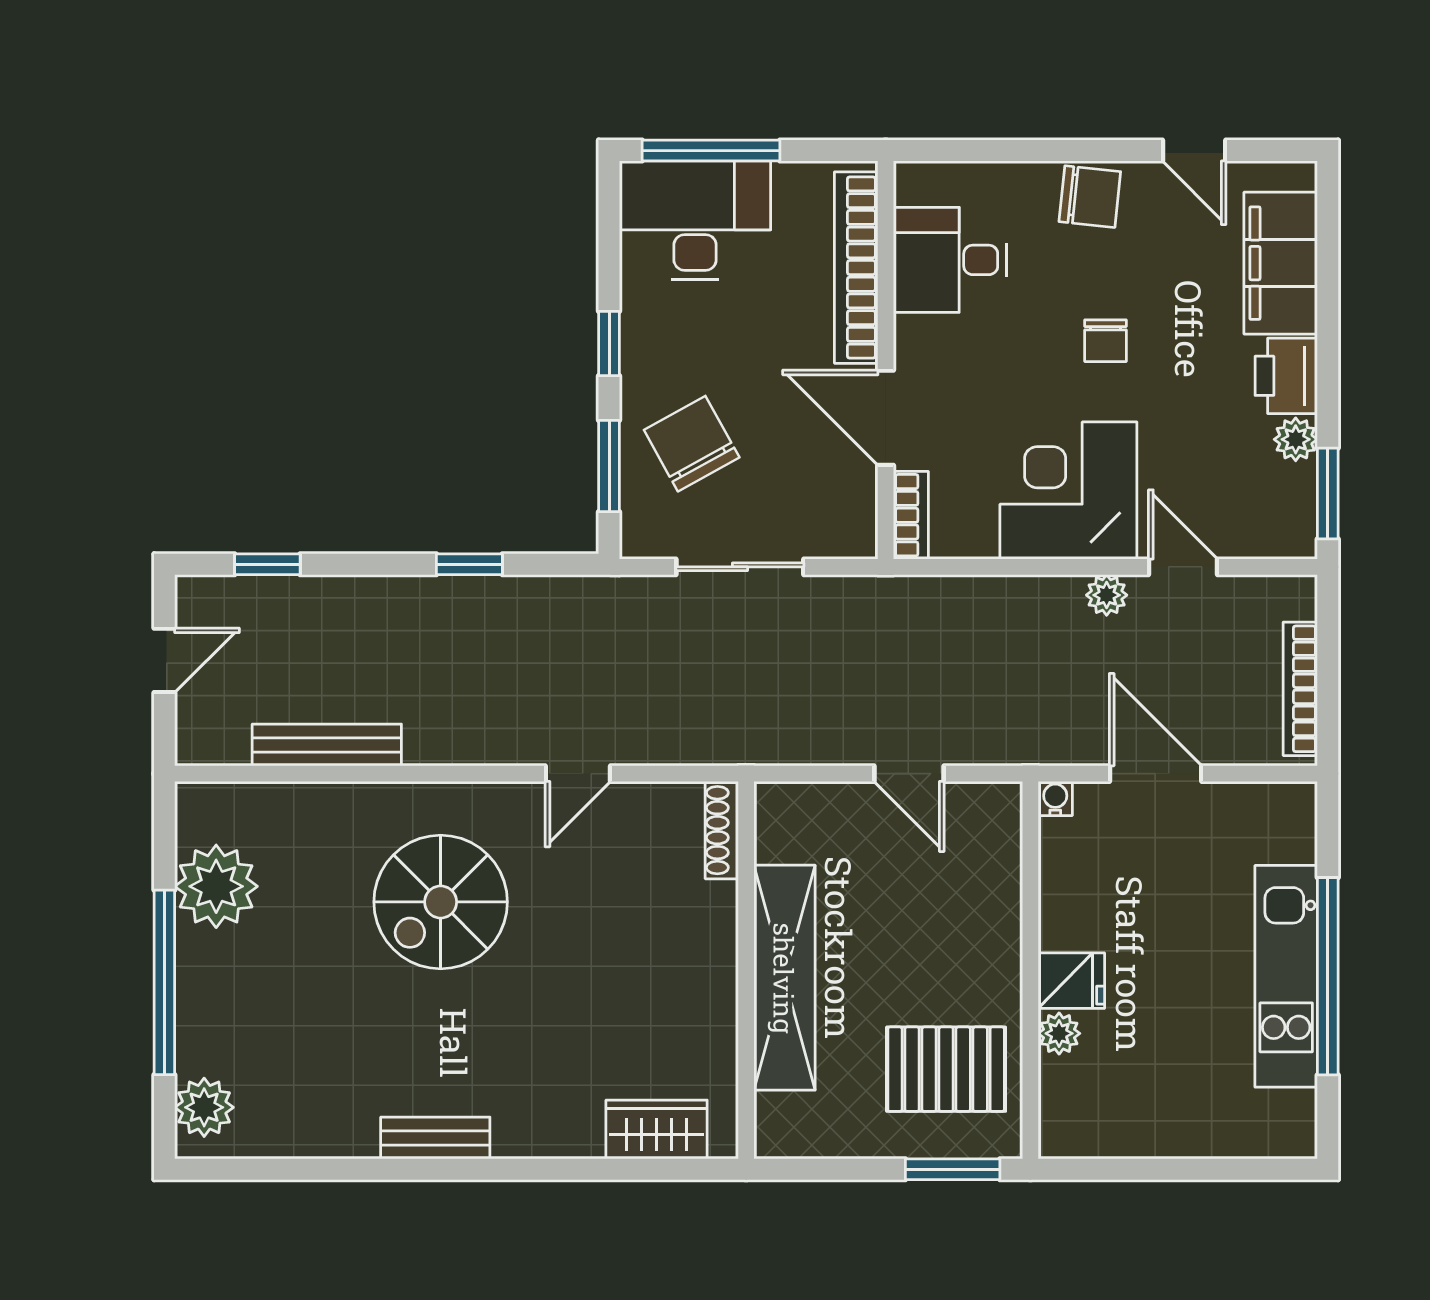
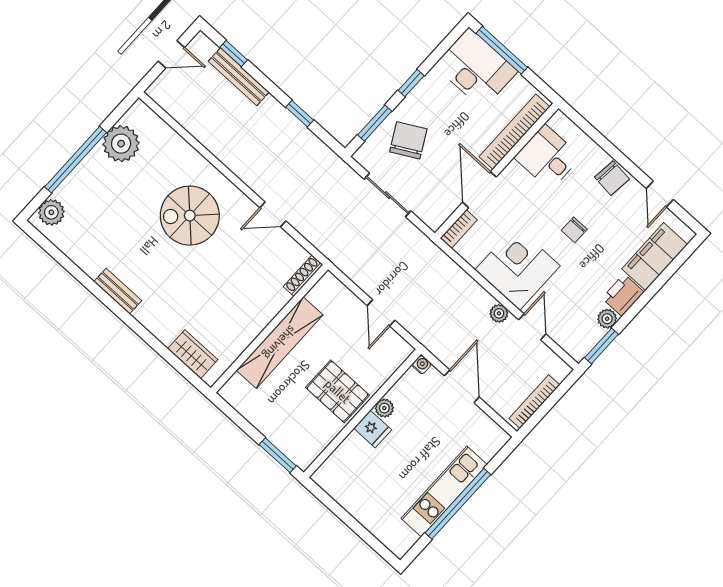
bench: (327, 745) -> (239, 77), moved
plant: (1059, 1033) -> (384, 408), moved
pallet: (946, 1069) -> (338, 391), moved

